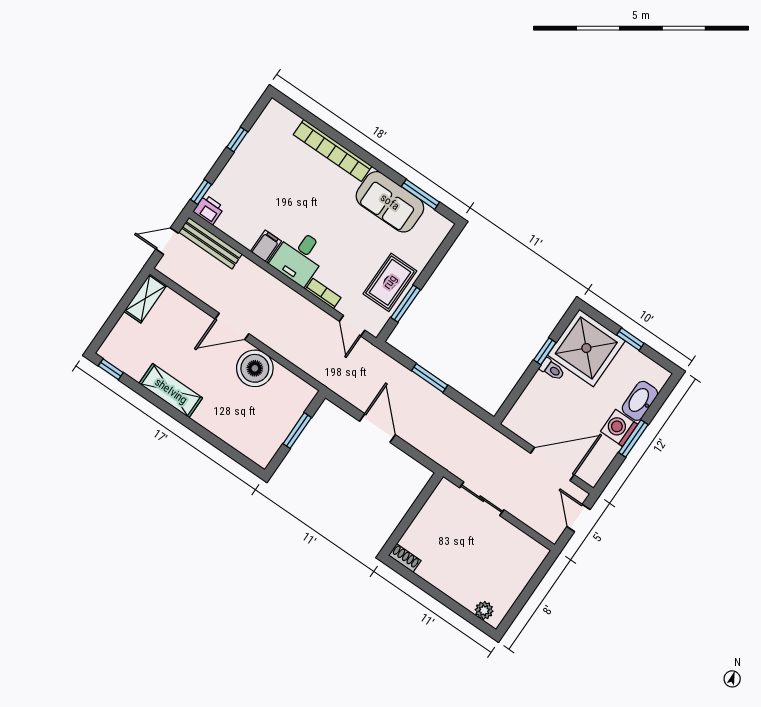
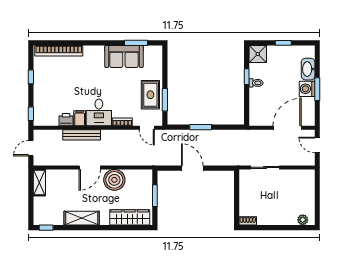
bookcase: (333, 150) -> (59, 51), moved
printer: (209, 210) -> (66, 120), moved
bench: (210, 243) -> (82, 135), moved
shower: (586, 348) -> (258, 54), width x0.54, depth x0.54
wardrobe: (240, 437) -> (130, 217), added

